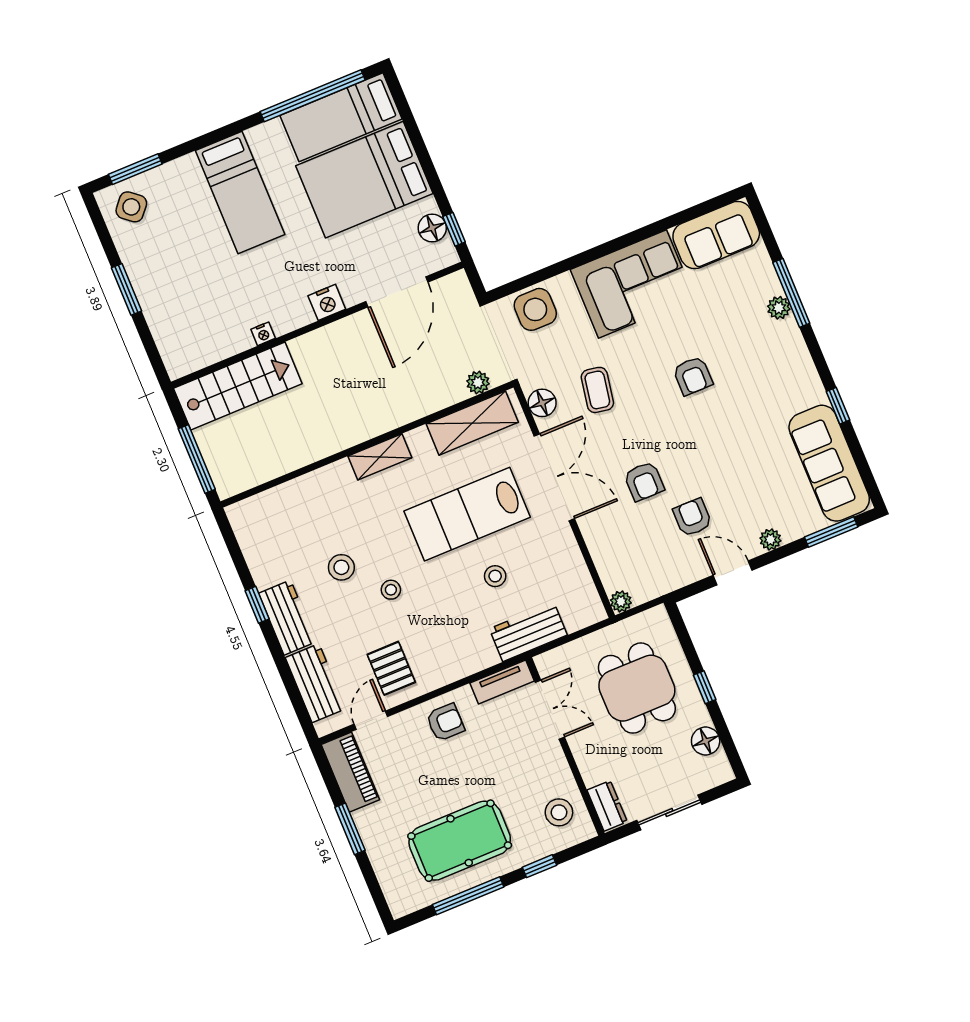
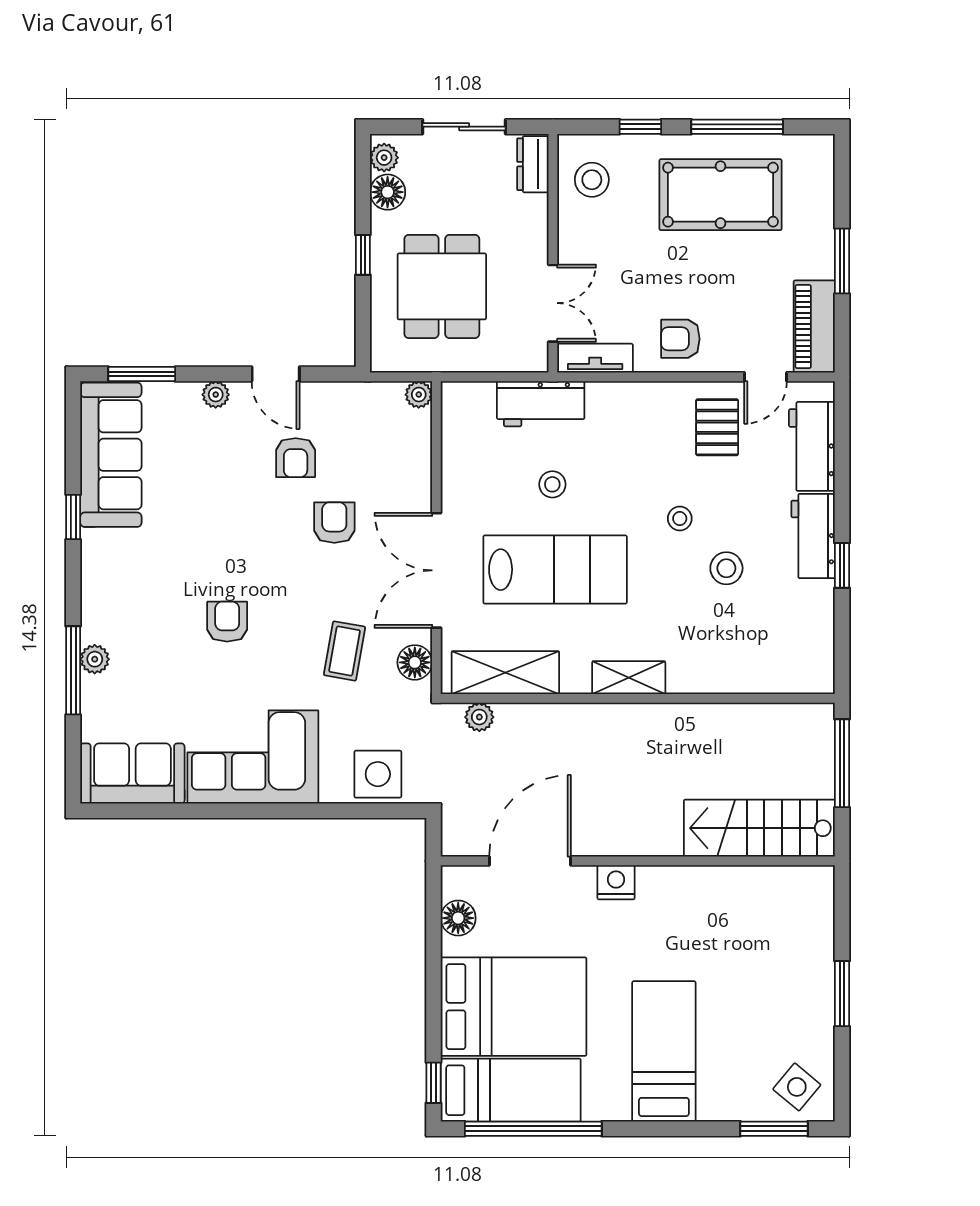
window: (454, 229) -> (434, 1083), moved
nightstand: (263, 334) -> (705, 877), removed
double door: (550, 710) -> (553, 303), swing flipped
plant: (719, 765) -> (384, 158), added

